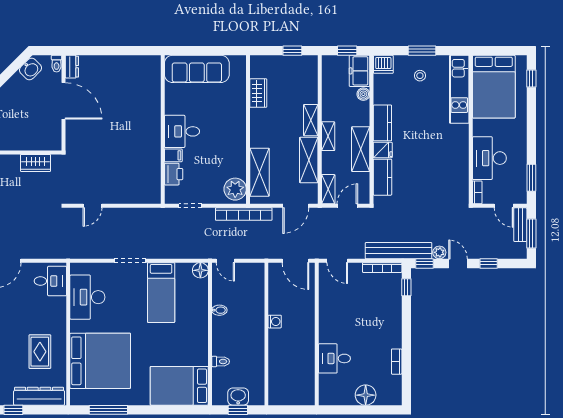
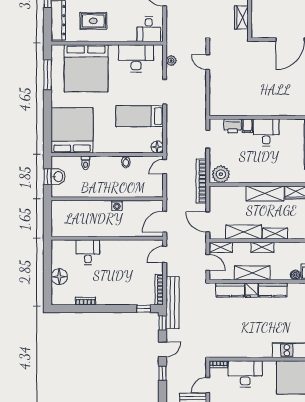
shelving: (260, 172) -> (265, 193), moved
plant: (439, 252) -> (171, 61), moved
bed: (179, 386) -> (72, 130), width x1.36

